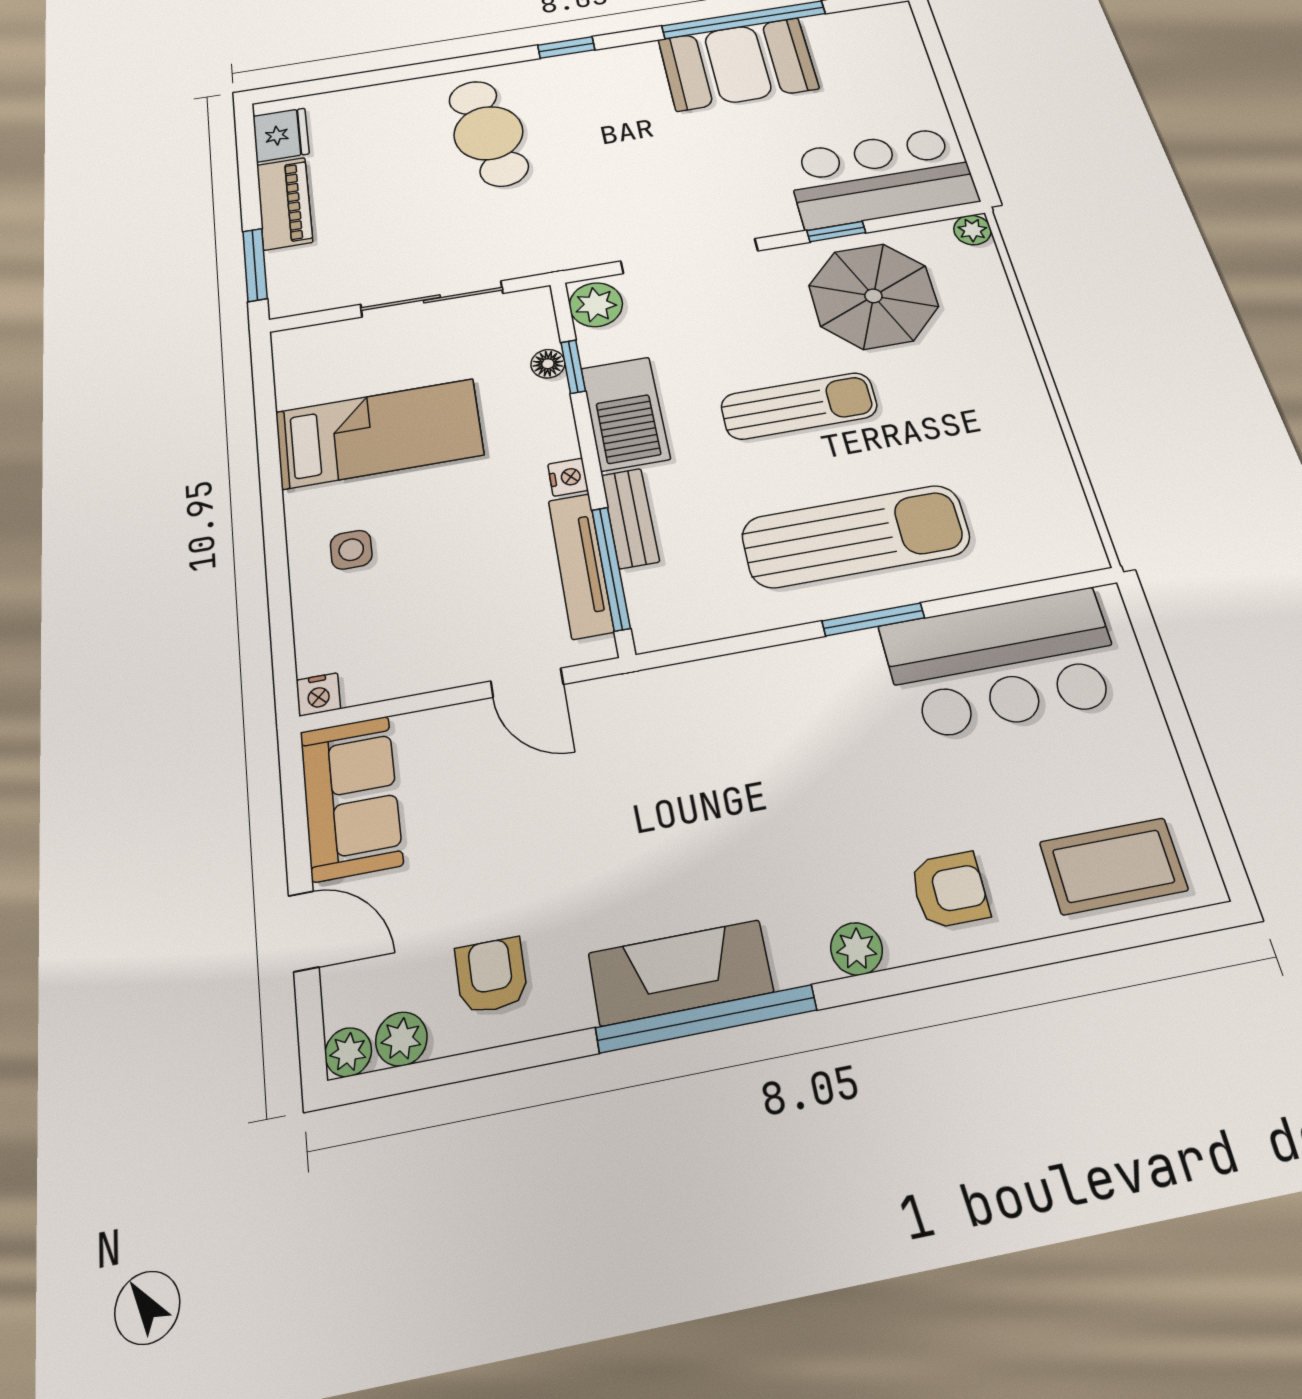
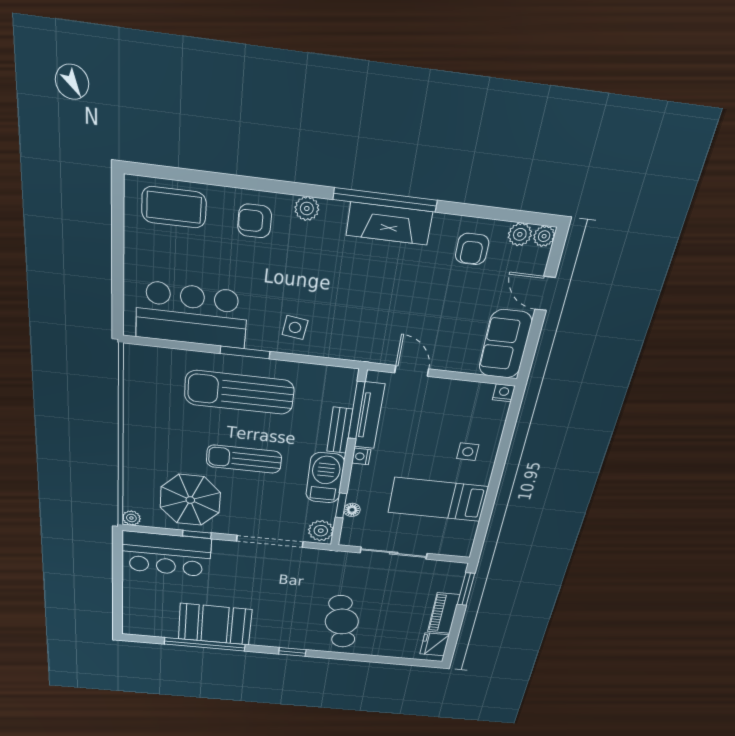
side table: (794, 700) -> (295, 327), added

